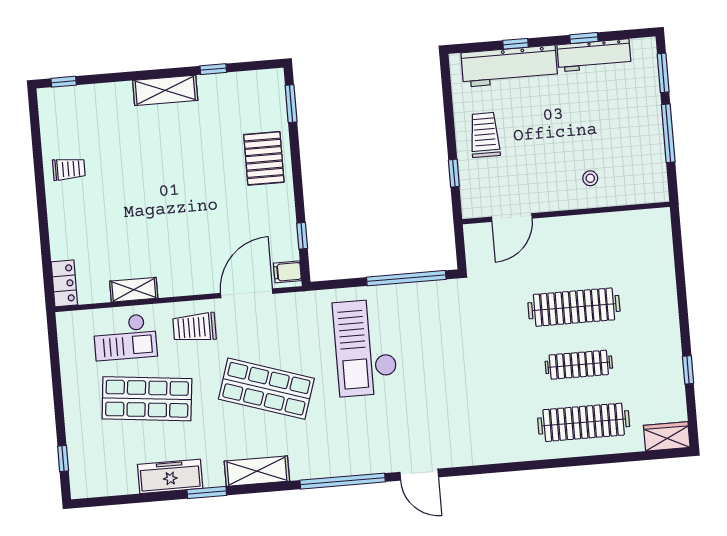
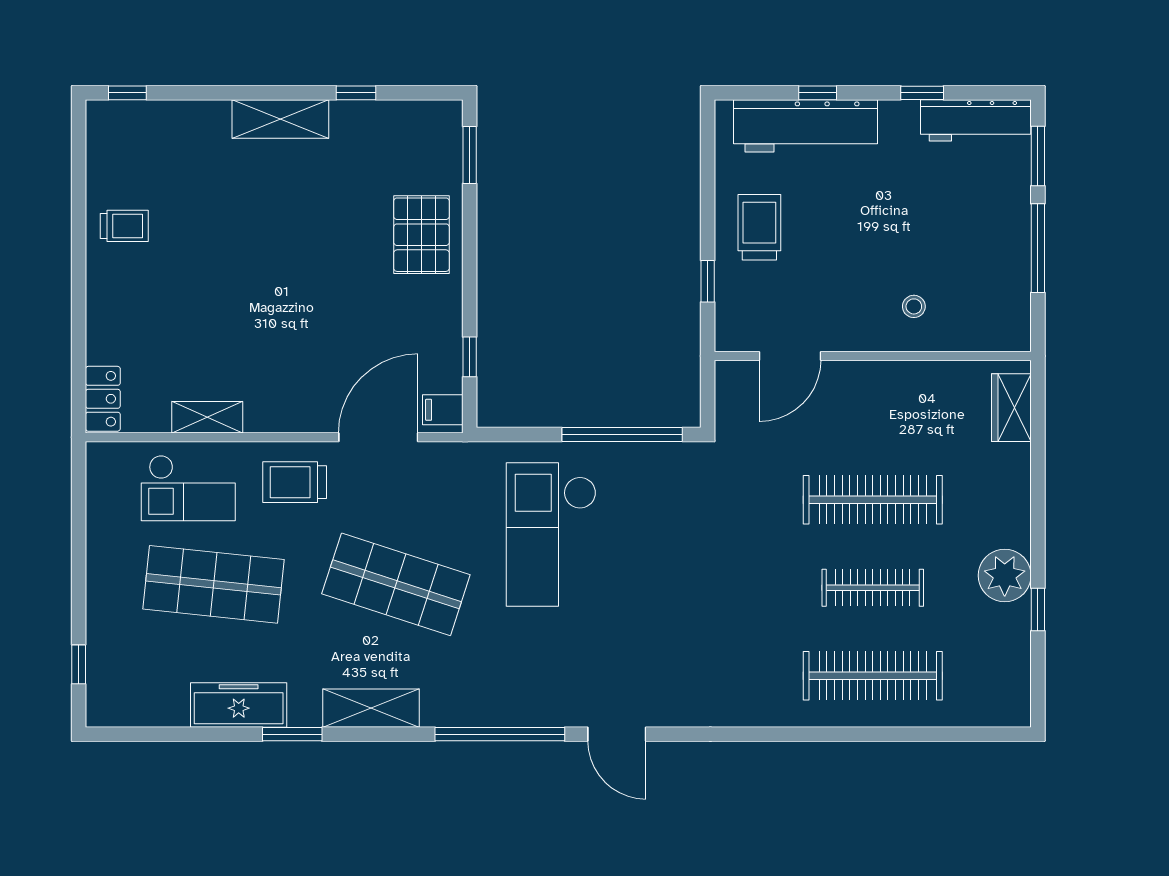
workbench: (594, 55) -> (976, 120), moved
plant: (665, 349) -> (1005, 575), added
wardrobe: (667, 436) -> (1011, 408), moved, turned -90

